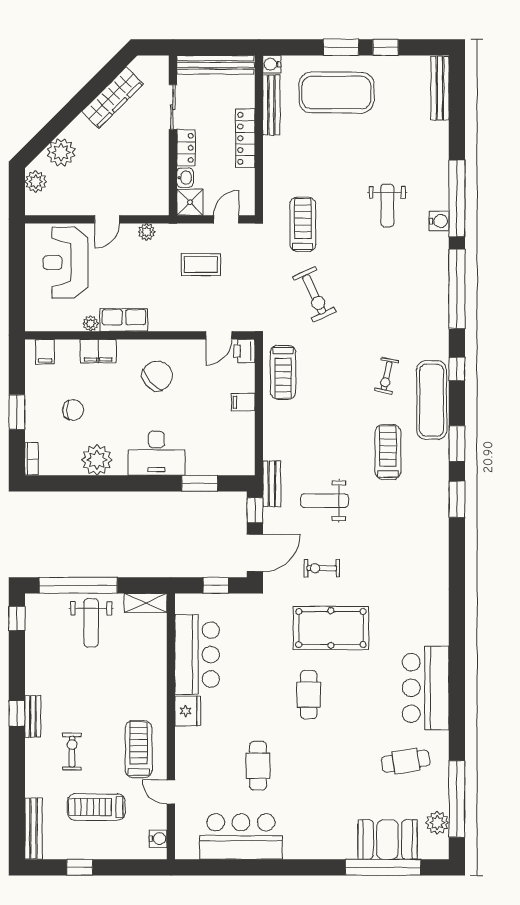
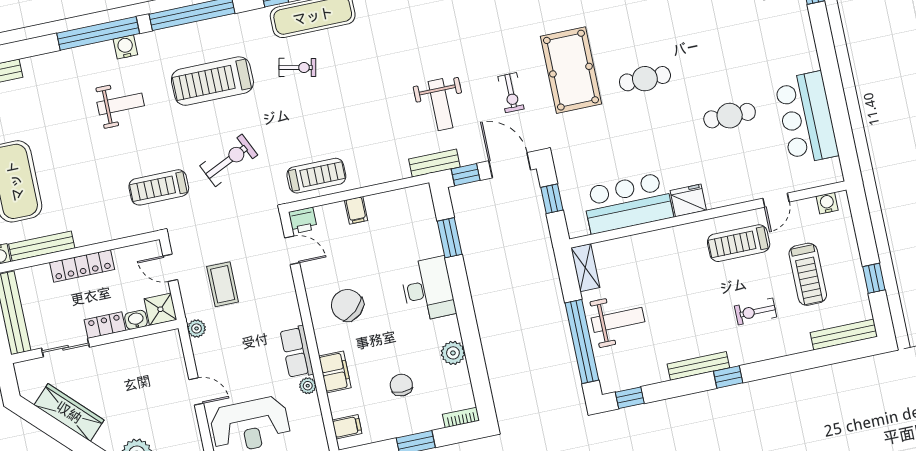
plant: (147, 232) -> (197, 328), moved
treadmill: (388, 452) -> (212, 81), moved, width x1.37, depth x1.38
plant: (97, 460) -> (453, 353), width x0.73, depth x0.73
bench: (33, 716) -> (698, 366), moved, width x1.36

